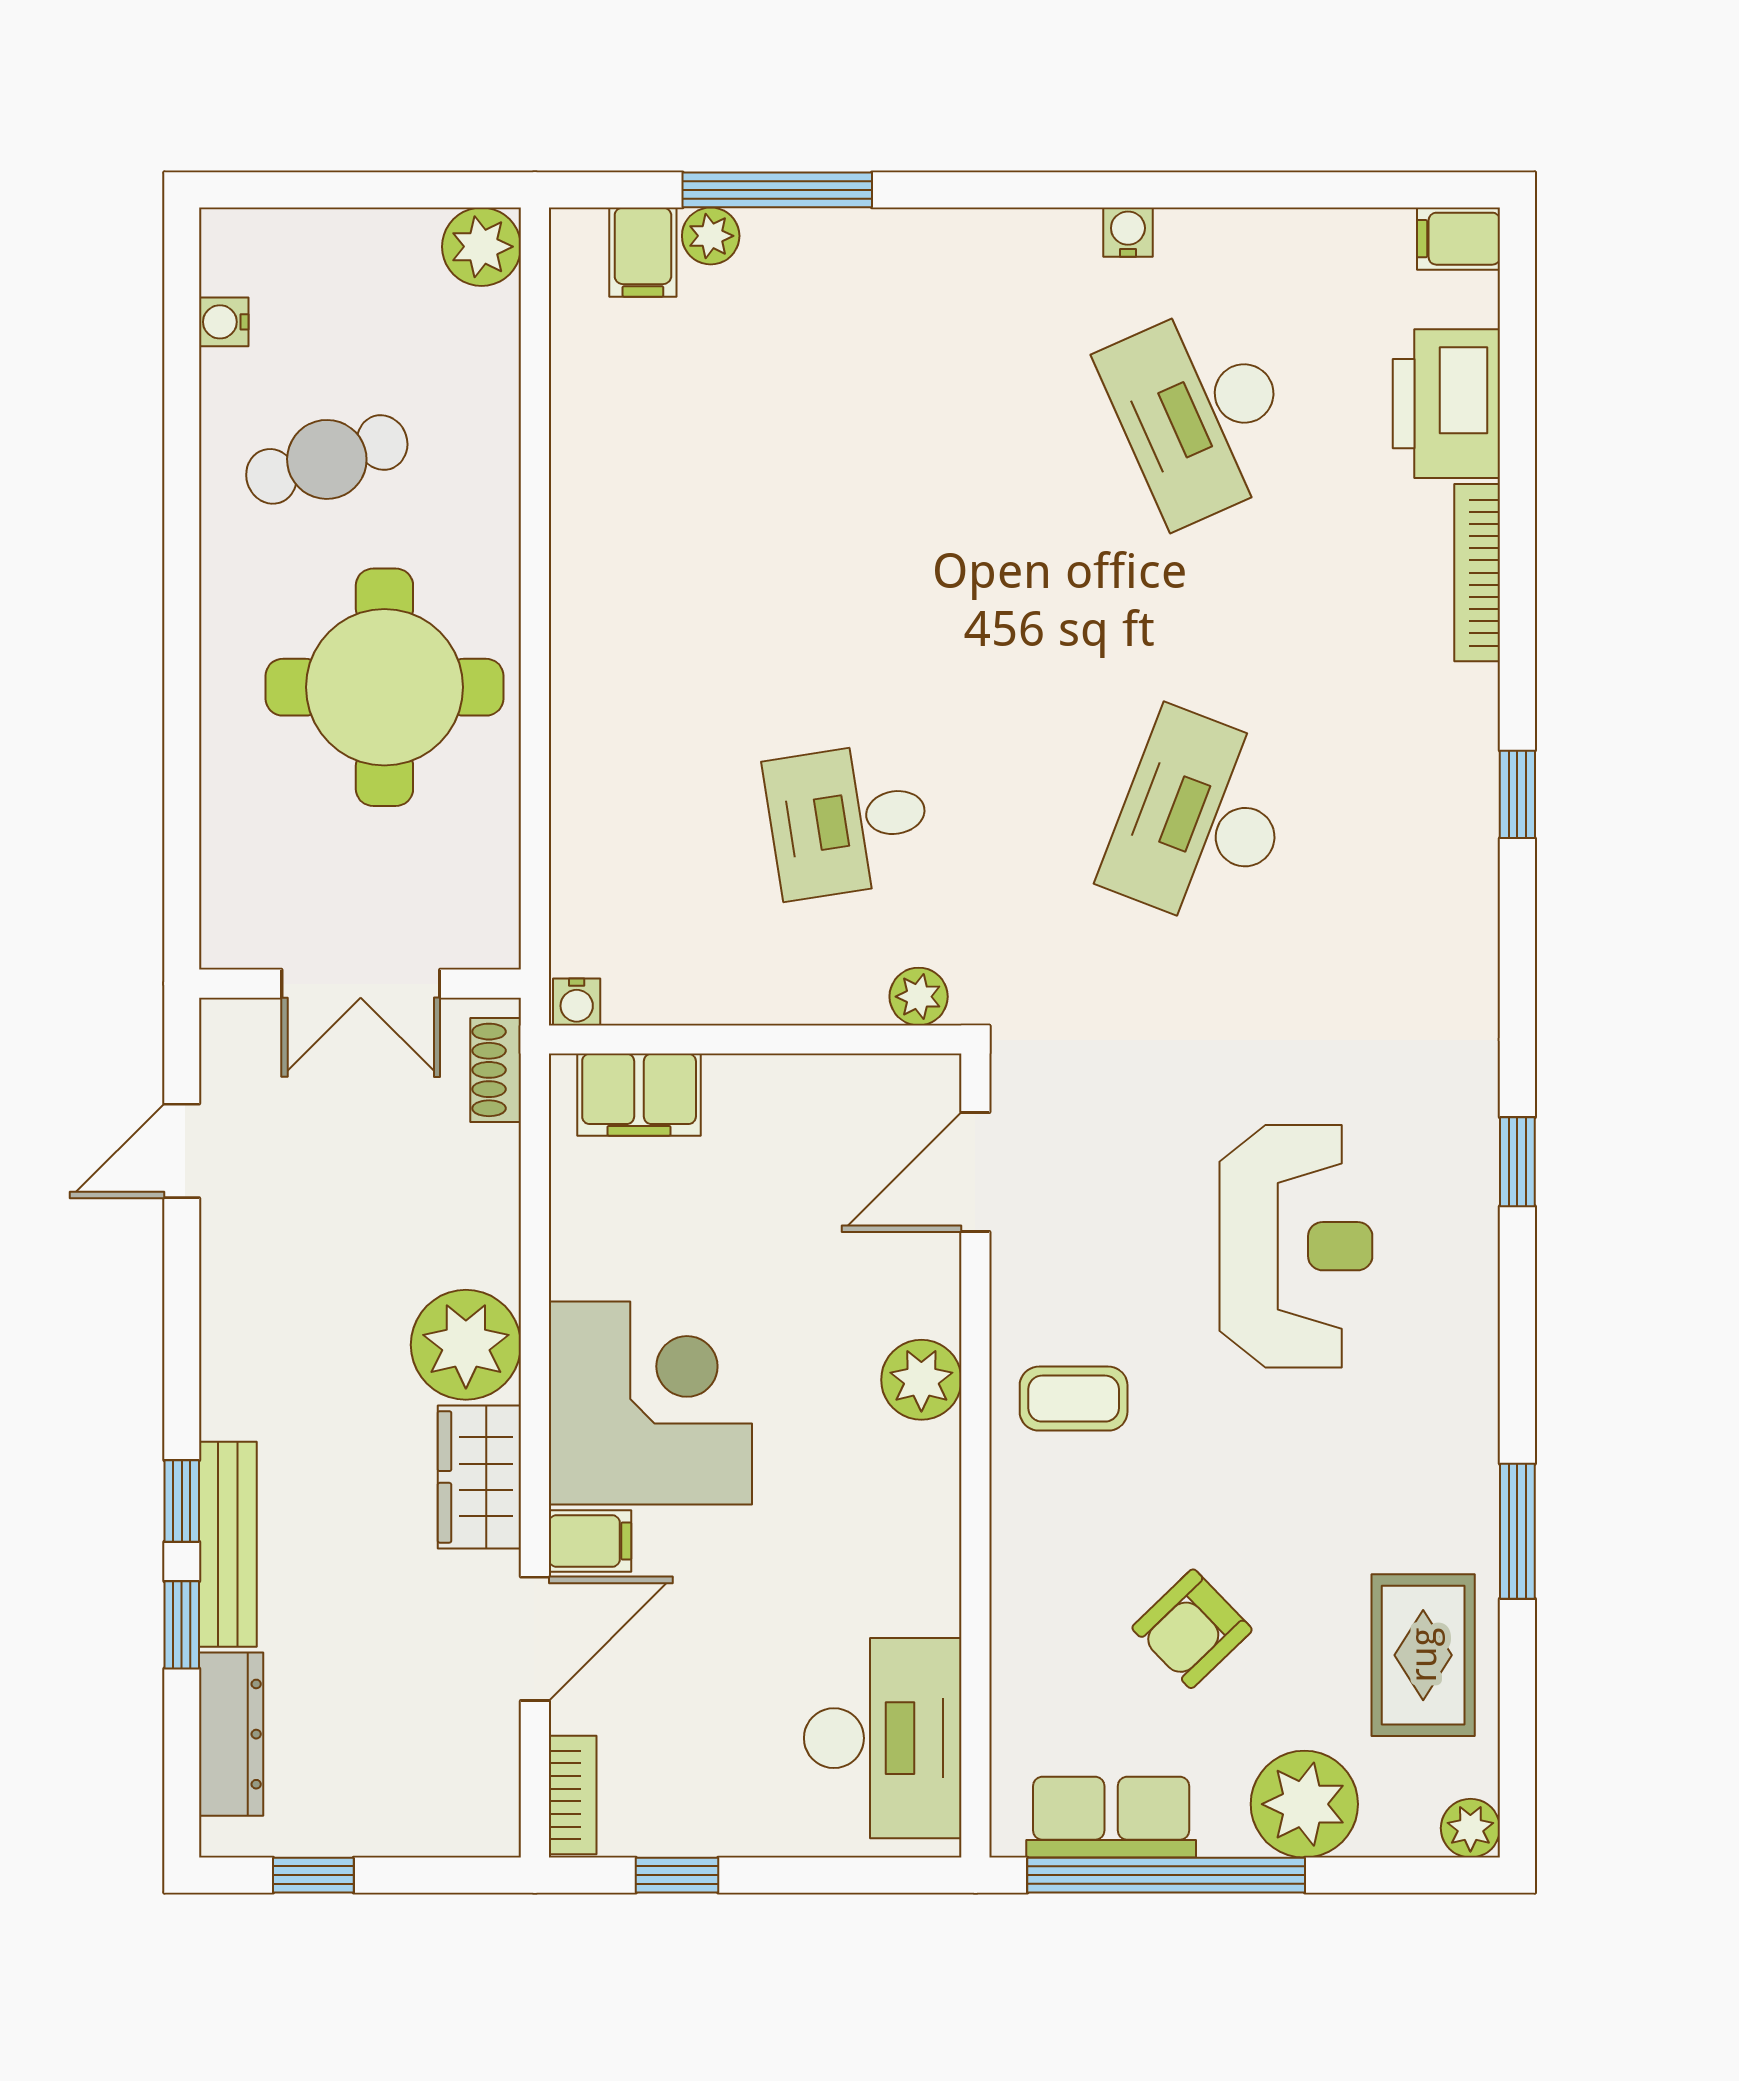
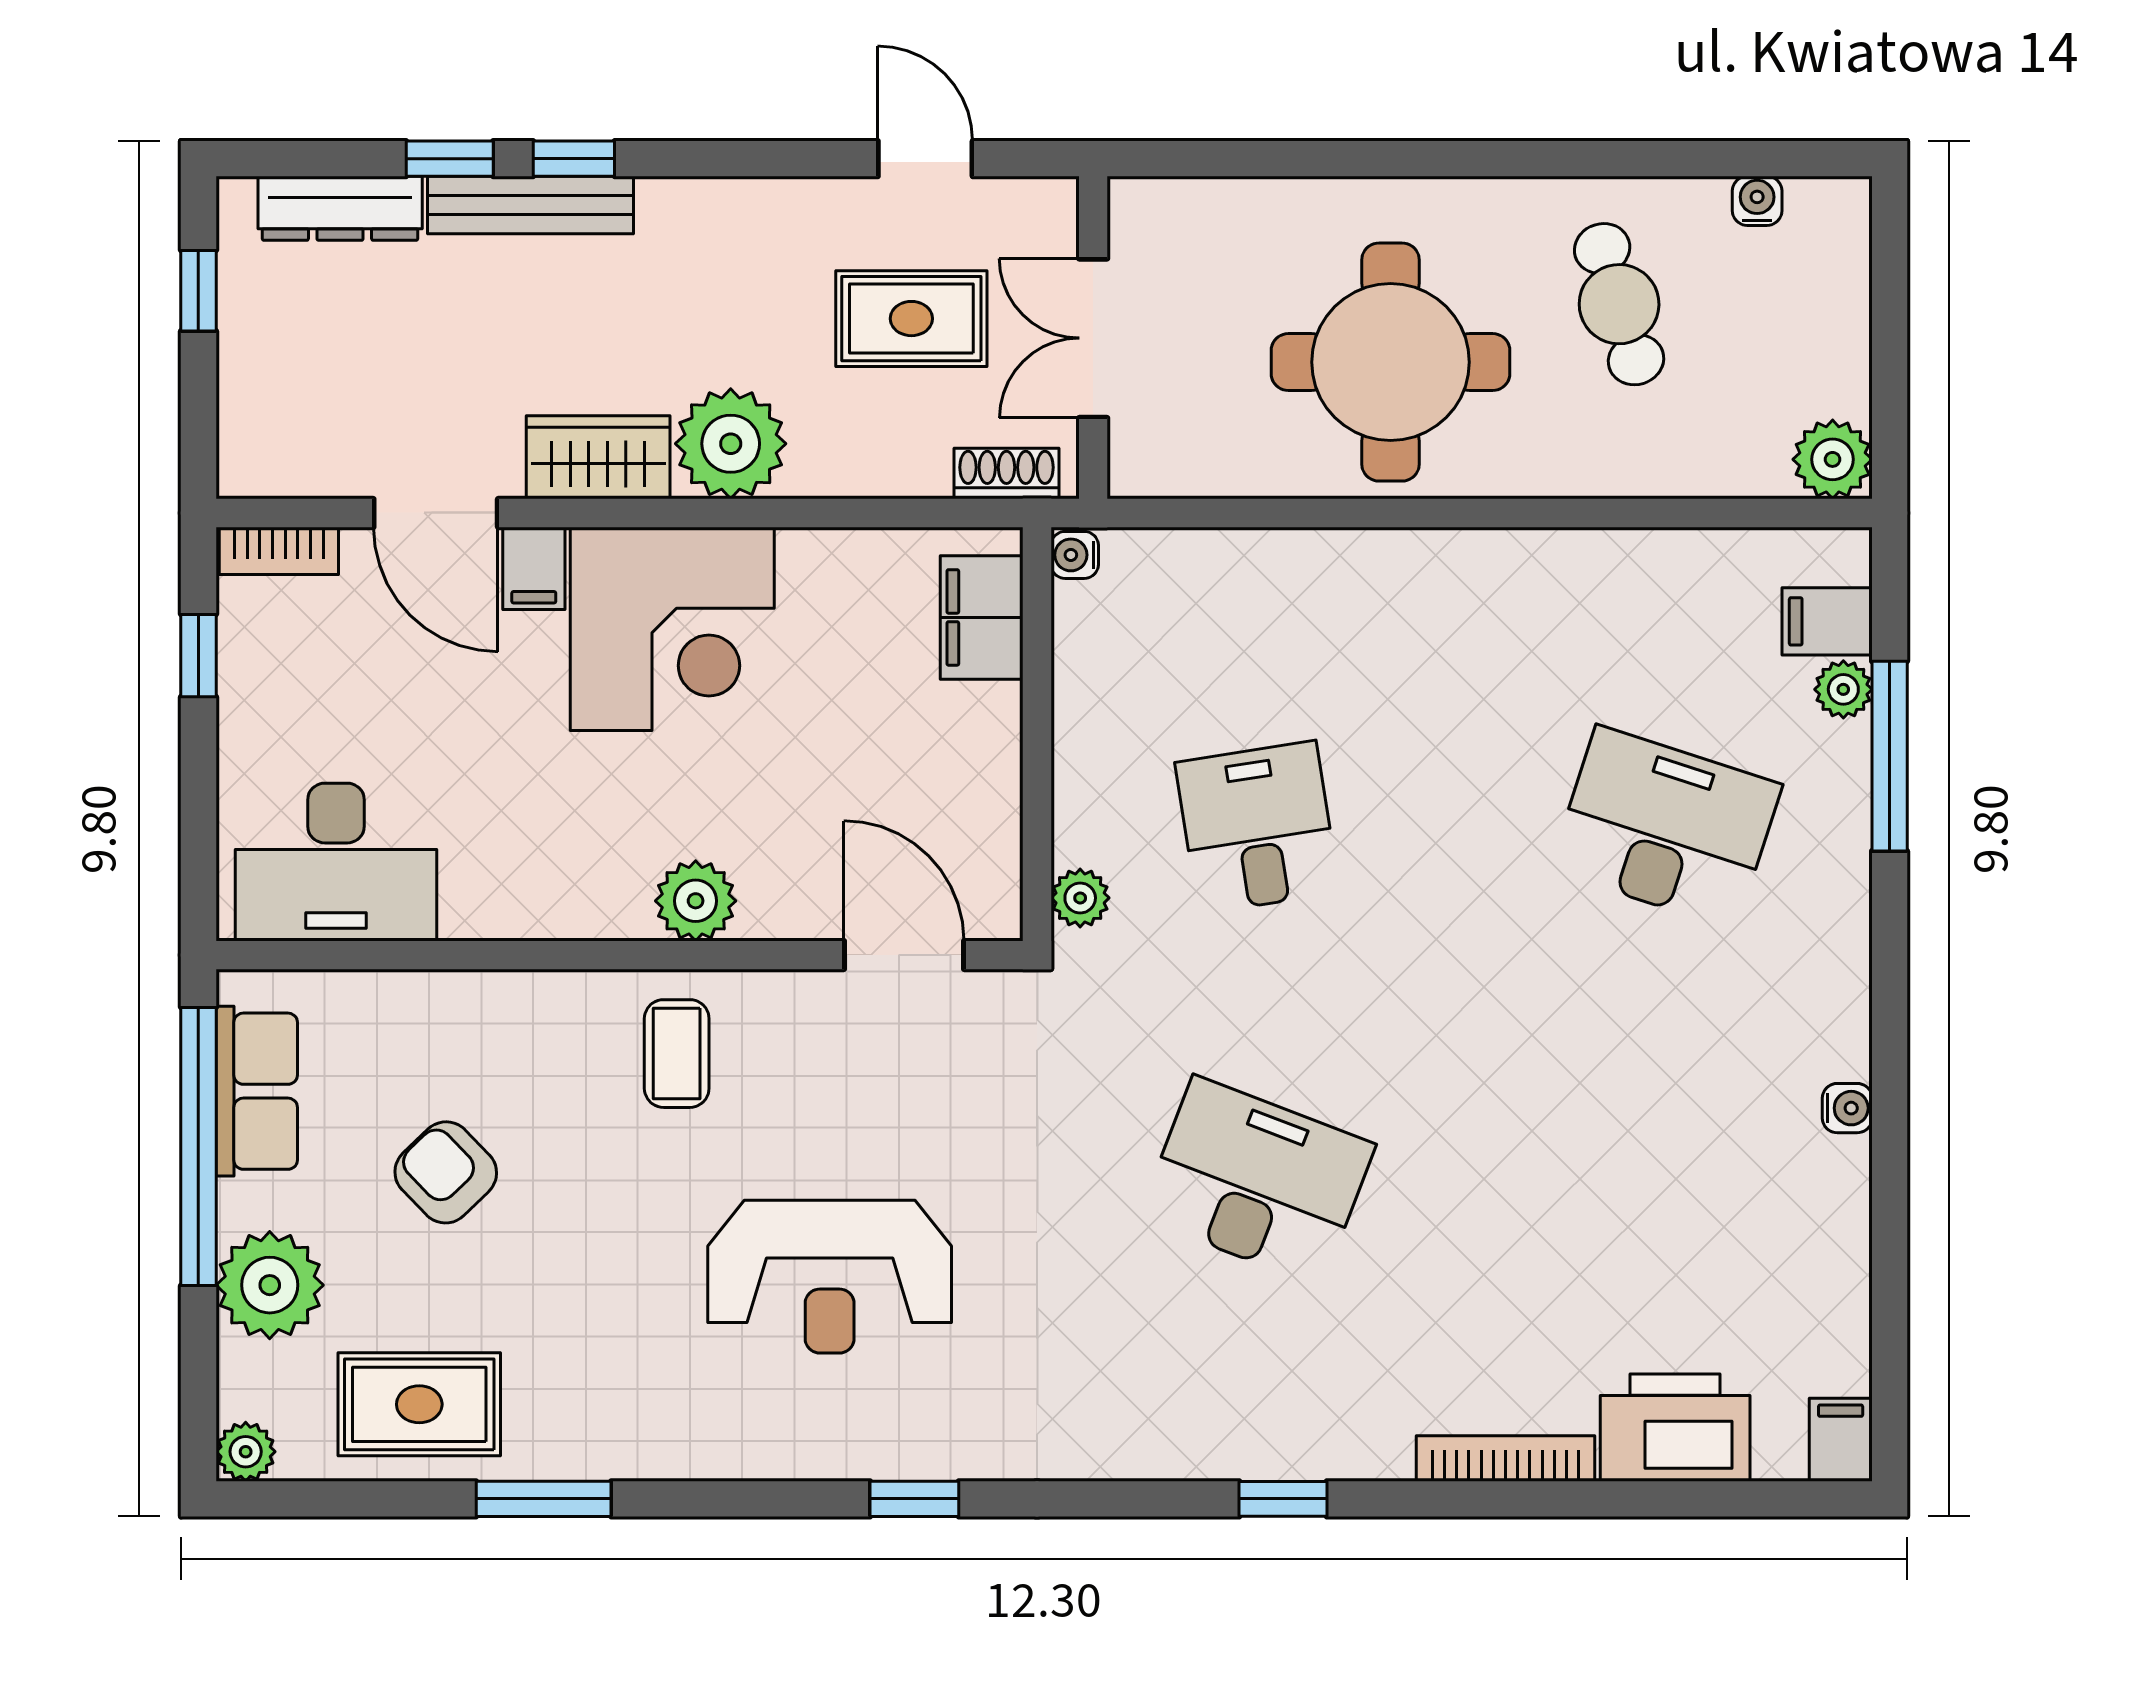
desk: (1201, 413) -> (1666, 827), moved, turned 42
rug: (341, 1165) -> (911, 319), added

